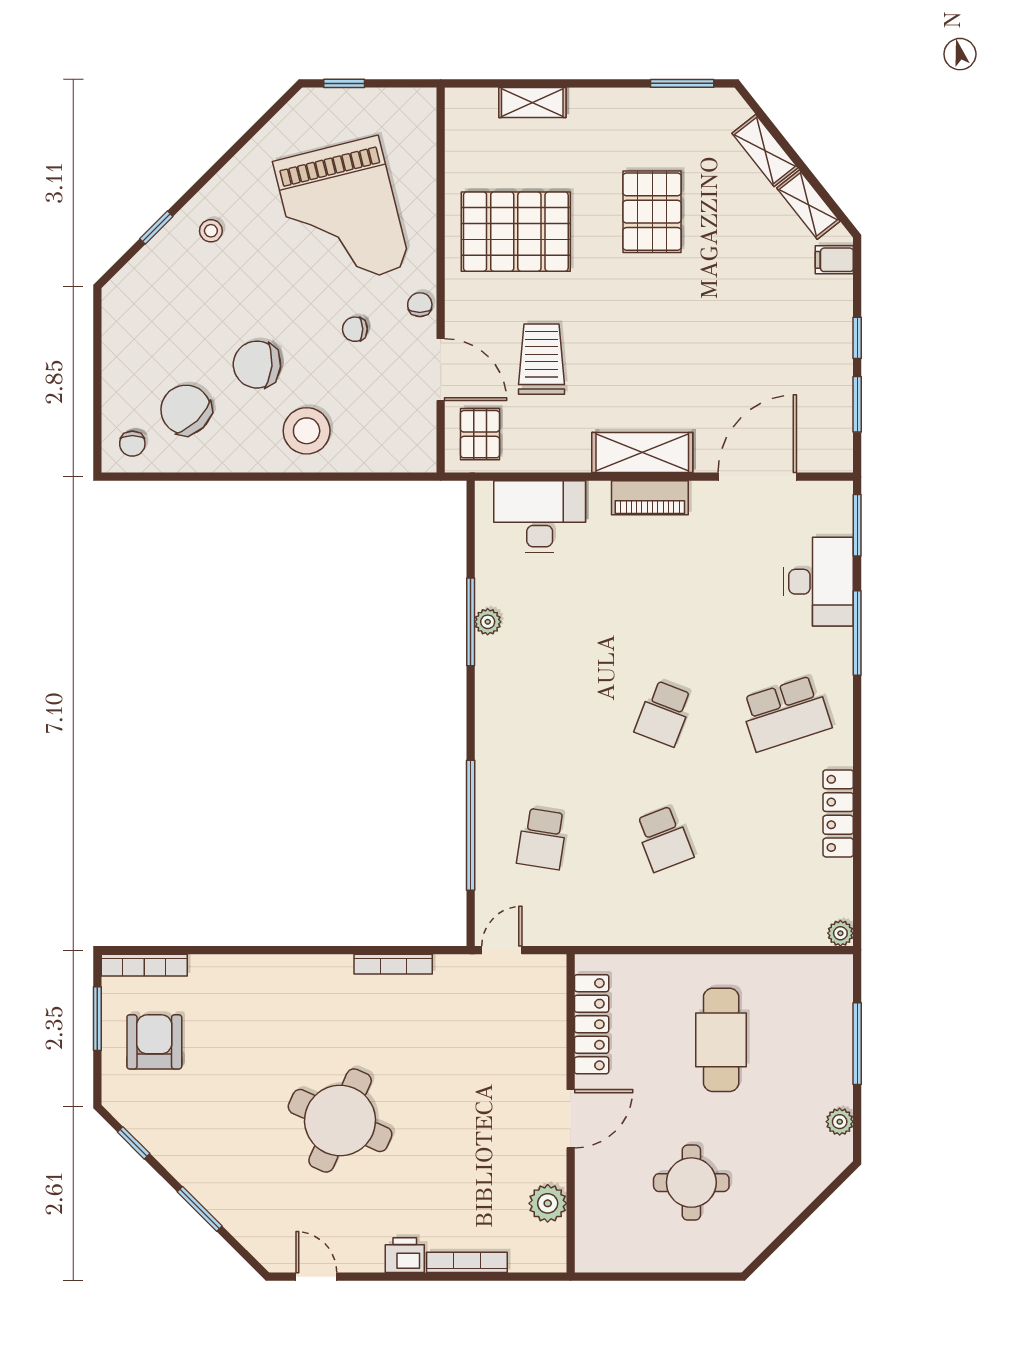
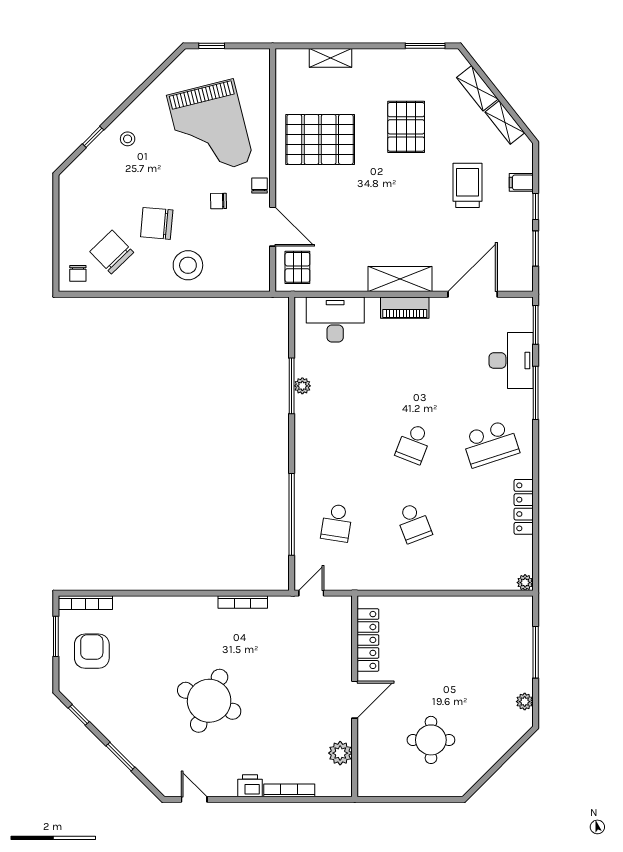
filing cabinet: (834, 260) -> (521, 182), moved
trolley: (542, 359) -> (467, 185), moved
cafe table: (721, 1040) -> (450, 650), removed

